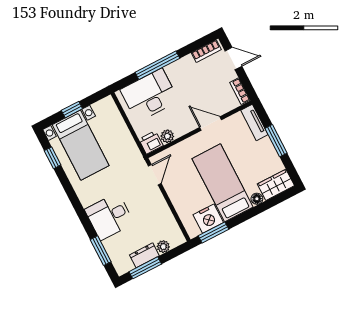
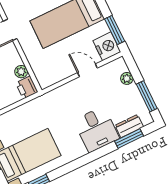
door: (155, 175) -> (87, 70), moved
nightstand: (208, 219) -> (107, 46), moved
dresser: (144, 255) -> (129, 126), moved, turned 90

